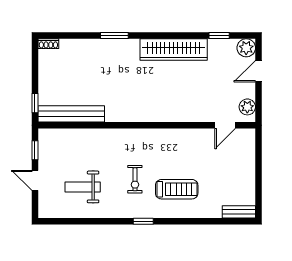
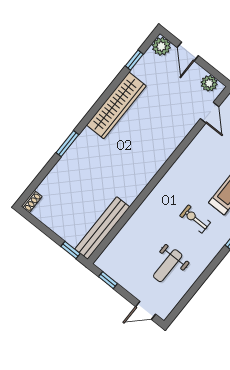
exercise bike: (135, 179) -> (195, 219), turned 180
door: (35, 180) -> (146, 310), moved

